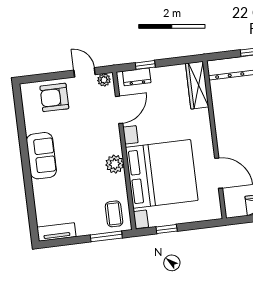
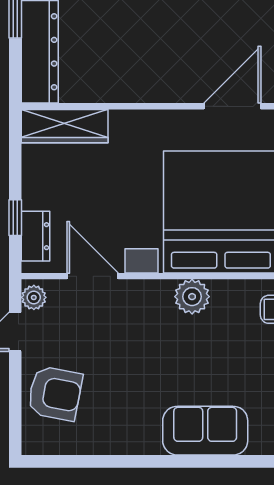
armchair: (54, 97) -> (55, 393), turned -79
sofa: (41, 156) -> (205, 431), moved

